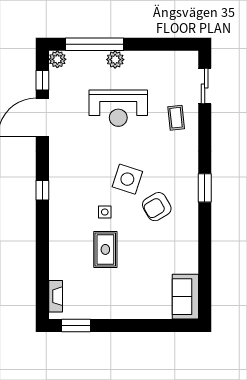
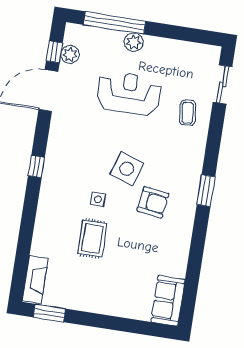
plant: (57, 59) -> (70, 54), moved
reception desk: (118, 108) -> (129, 93), turned 180
armchair: (157, 207) -> (153, 202), turned -142
fireplace: (56, 296) -> (35, 279), width x1.37, depth x1.32

